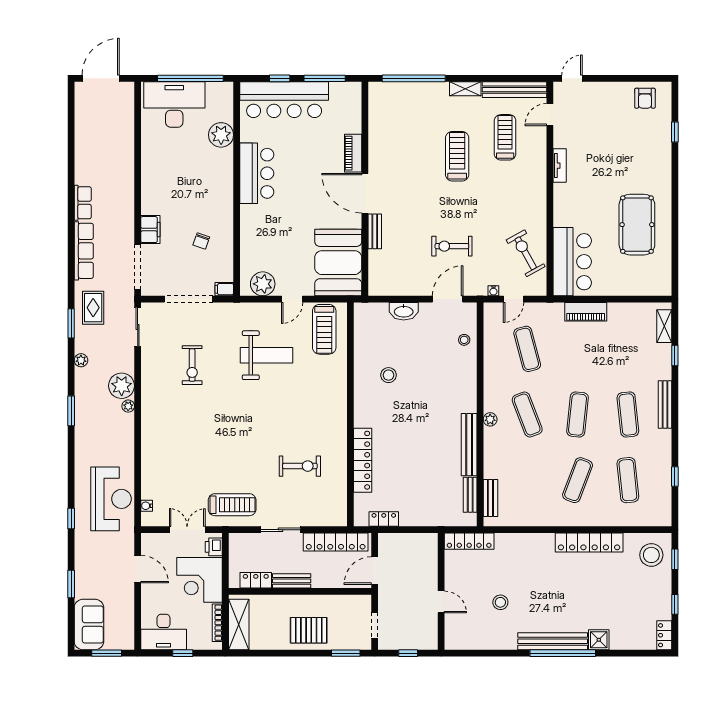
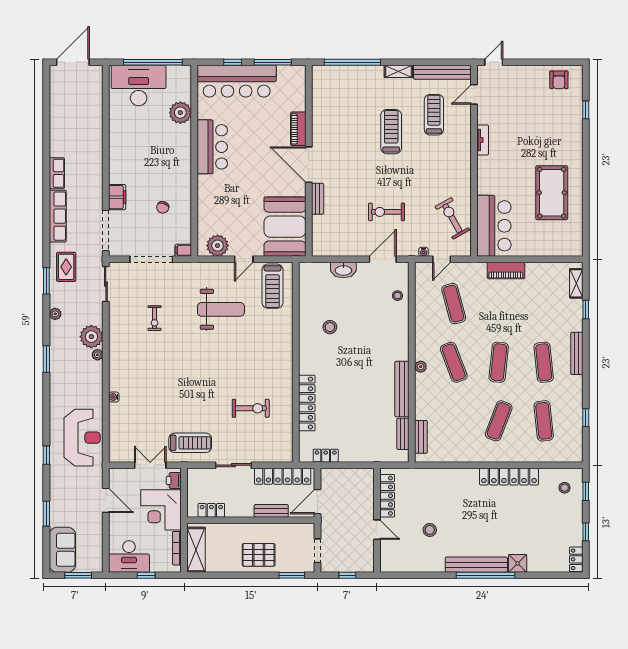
exercise bike: (192, 365) -> (155, 318), width x0.73, depth x0.72
water cooler: (147, 506) -> (114, 397), moved
locker: (469, 541) -> (387, 496), moved, turned -90
stool: (651, 555) -> (565, 488), width x0.53, depth x0.53
bench: (292, 581) -> (271, 511), moved

